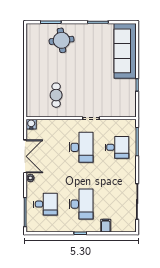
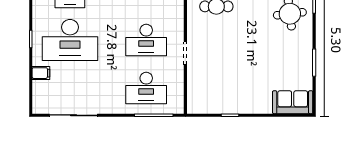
sofa: (125, 51) -> (293, 102), width x0.54, depth x0.79
desk: (117, 147) -> (146, 88), width x1.37
desk: (81, 204) -> (70, 40), width x1.36, depth x1.30

